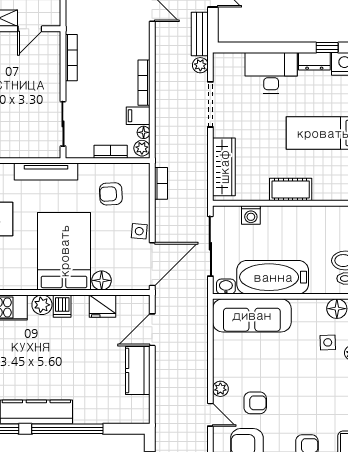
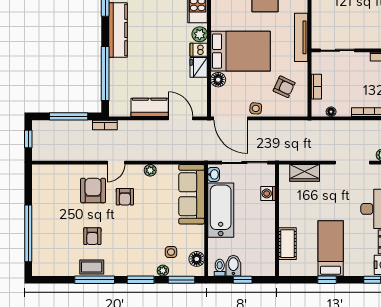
filing cabinet: (138, 116) -> (344, 108), removed
plant: (142, 148) -> (319, 110), removed
wardrobe: (224, 167) -> (305, 173), width x0.67
bookcase: (161, 183) -> (105, 125), moved
cot: (291, 190) -> (287, 244), moved
armchair: (111, 194) -> (284, 87), turned 118
fridge: (103, 306) -> (199, 67), moved
plant: (220, 389) -> (150, 170), moved
window: (67, 429) -> (105, 73), moved

